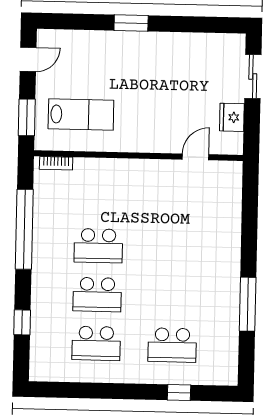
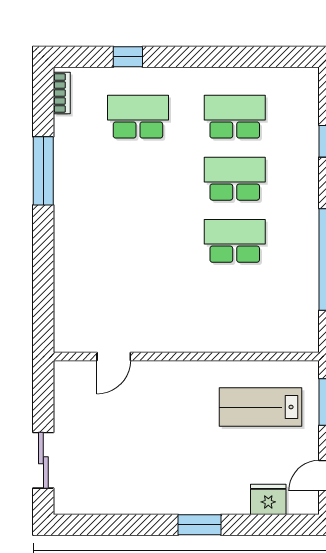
fridge: (232, 117) -> (268, 499), moved, turned -90
bookcase: (56, 163) -> (62, 93), moved, turned 90

